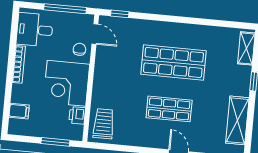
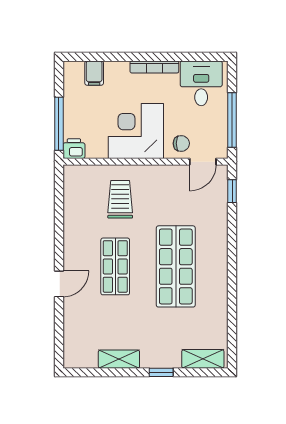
printer: (77, 115) -> (74, 149), moved
shelving: (237, 120) -> (119, 359), width x0.67, depth x0.75
trolley: (104, 124) -> (120, 199), moved, turned -90
window: (55, 142) -> (59, 124), width x1.44

